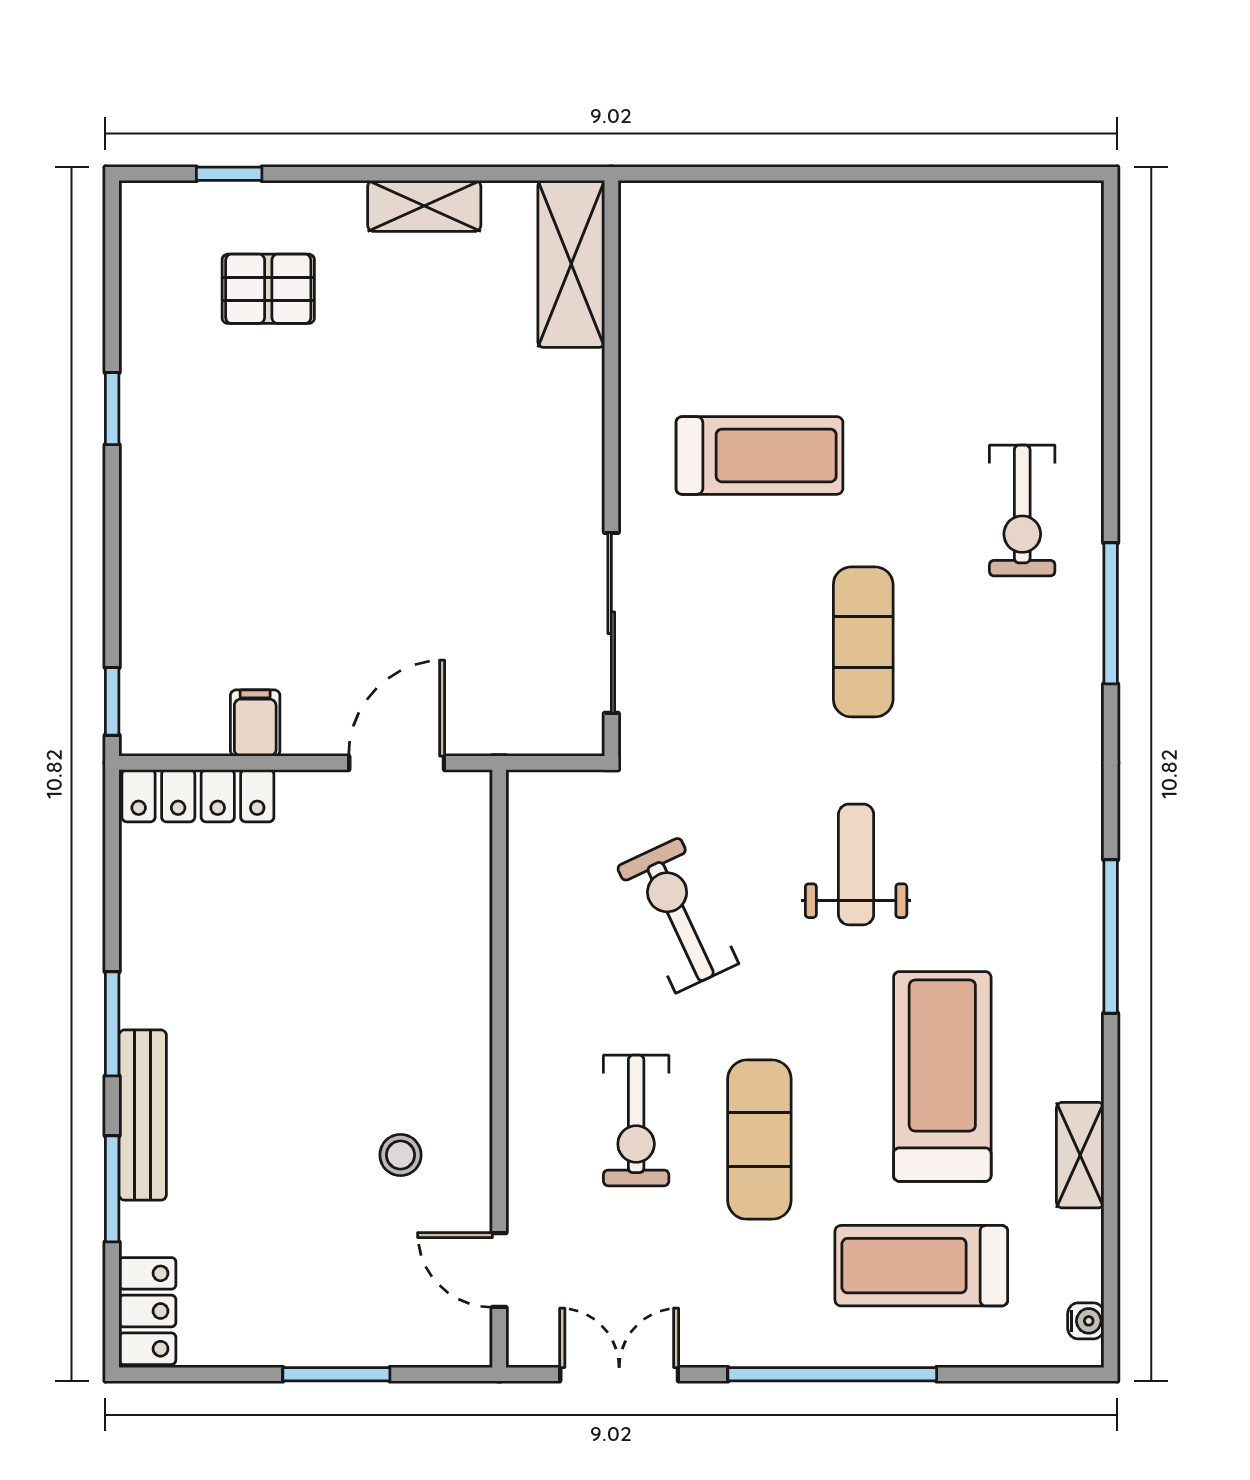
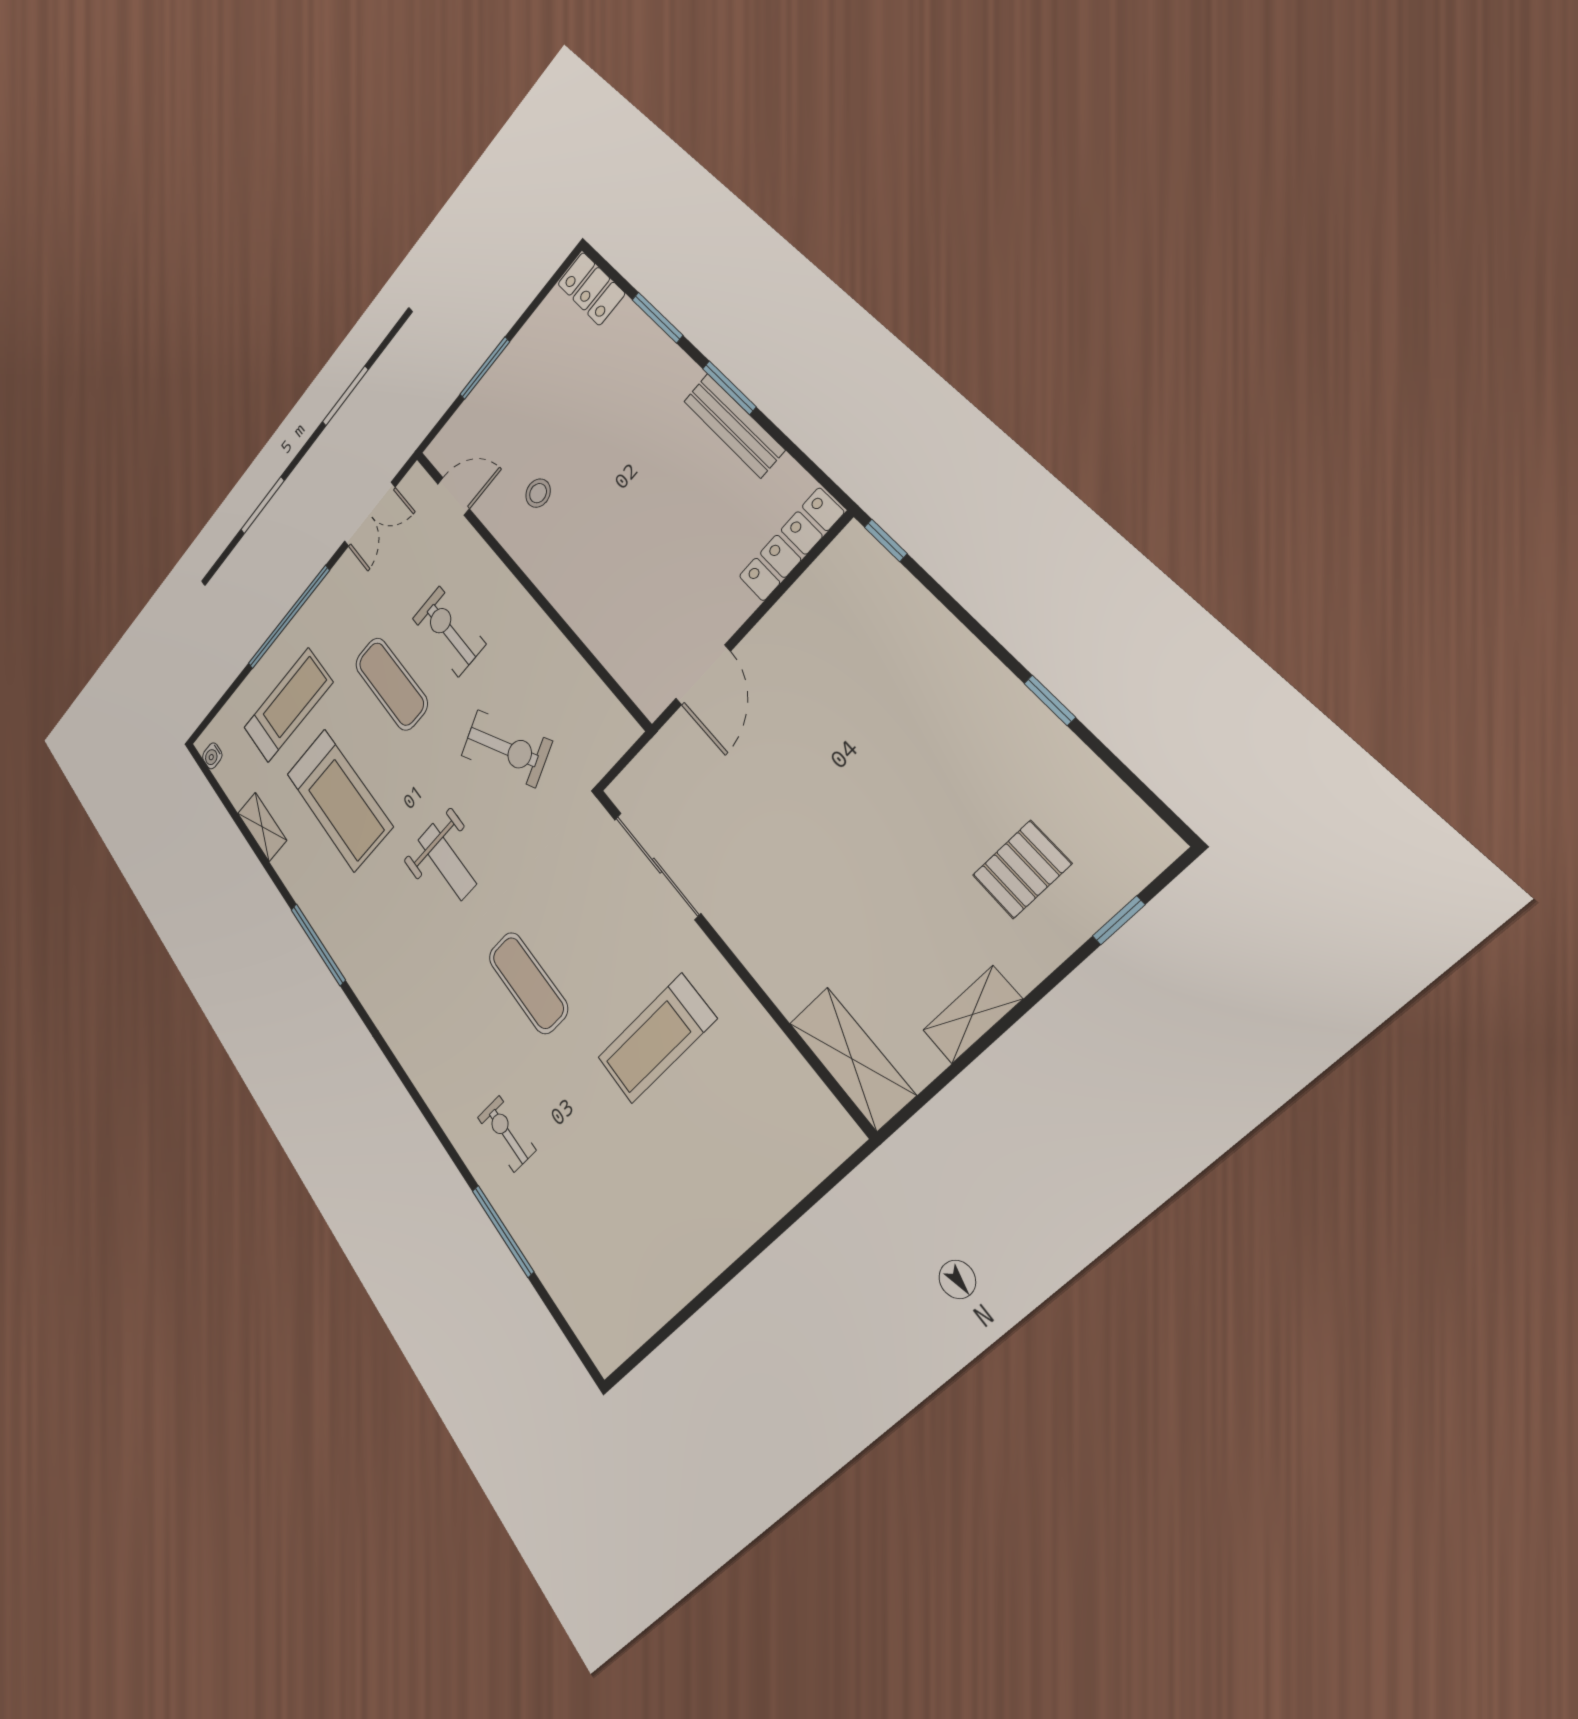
exercise bike: (1022, 511) -> (507, 1134), width x0.73, depth x0.72
window: (1111, 613) -> (503, 1231), moved
filing cabinet: (255, 723) -> (796, 615), removed
bench: (143, 1115) -> (734, 425), moved

